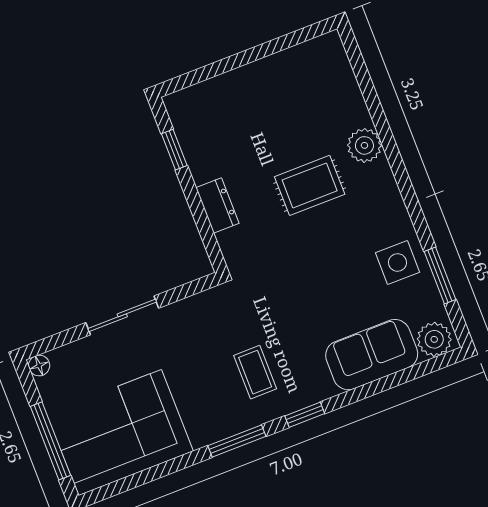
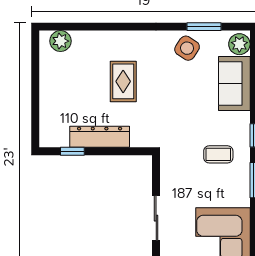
plant: (364, 145) -> (60, 41), moved
dresser: (217, 205) -> (100, 137), width x1.96, depth x1.24
side table: (397, 262) -> (187, 48), turned 33

